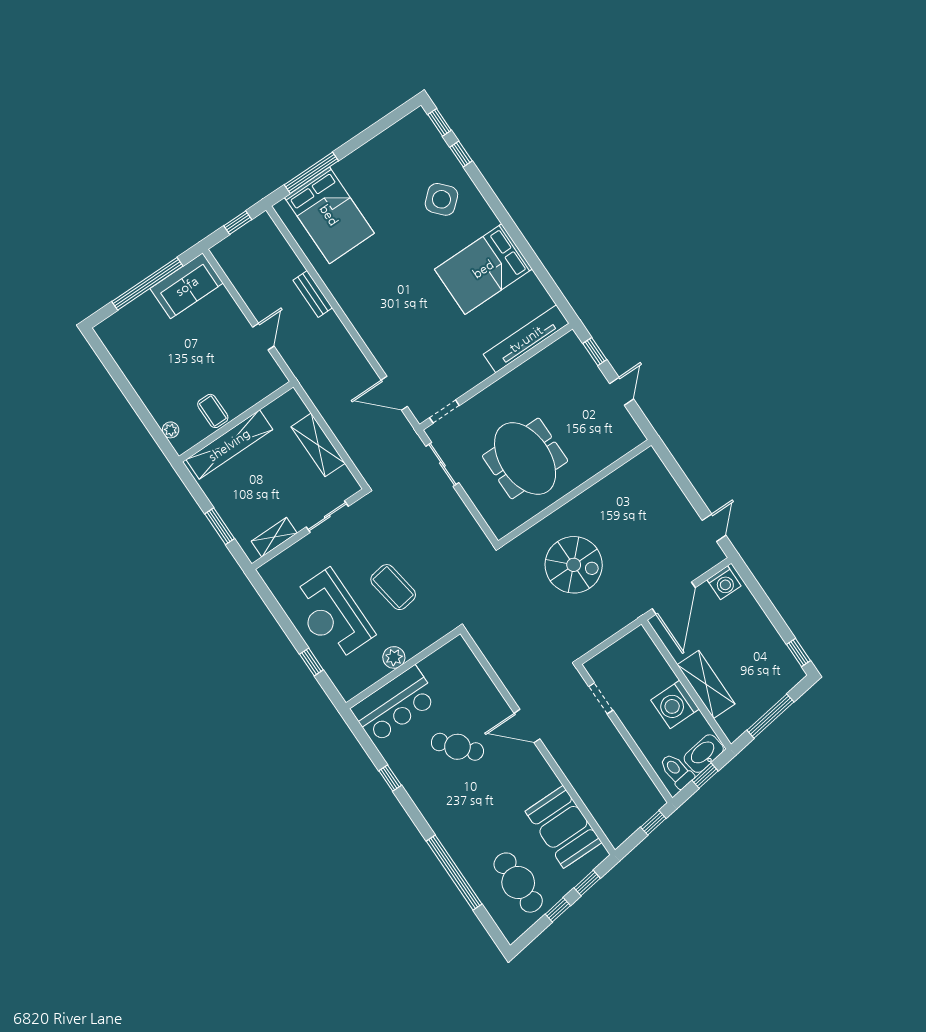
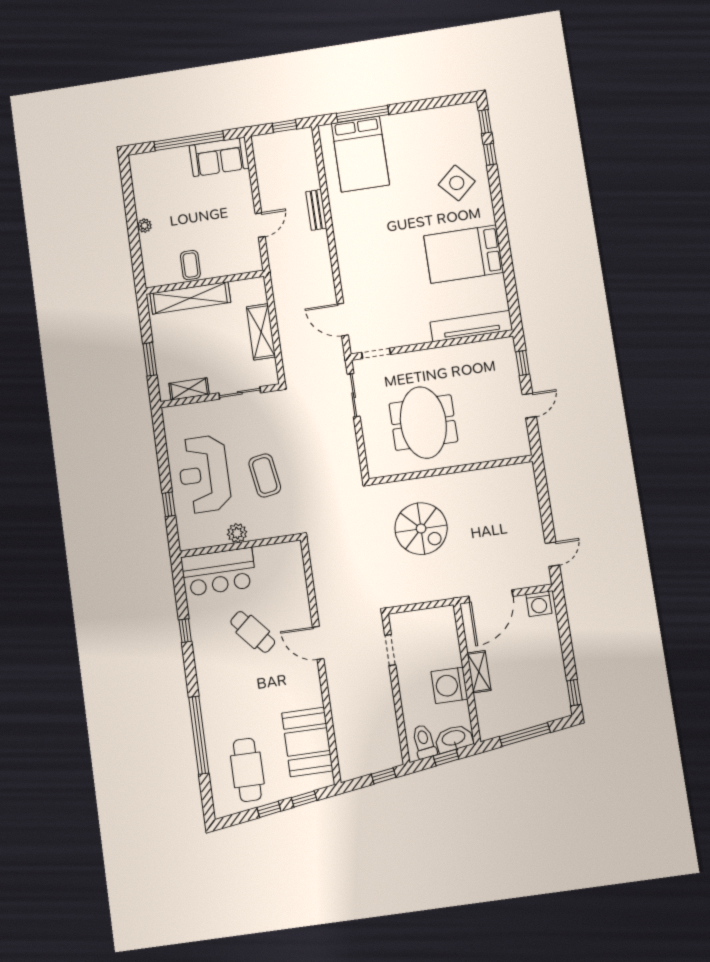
plant: (171, 430) -> (144, 226), moved
shelving: (706, 684) -> (479, 672), width x0.67, depth x0.75

